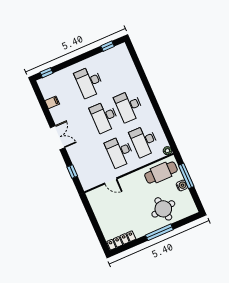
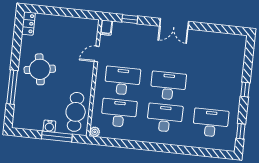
window: (46, 73) -> (245, 90), moved
desk: (89, 82) -> (211, 123), moved
filing cabinet: (52, 102) -> (106, 28), moved
round table: (163, 209) -> (40, 69), moved
window: (159, 232) -> (12, 87), moved
locker: (121, 240) -> (28, 23), width x0.66

